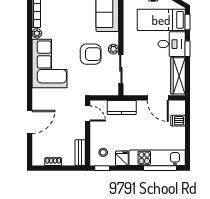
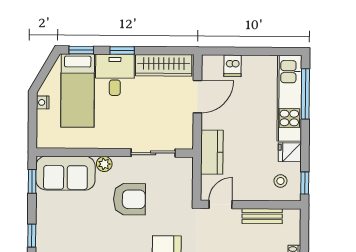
plant: (113, 49) -> (104, 164), moved
armchair: (91, 54) -> (129, 199), turned 90
bench: (80, 153) -> (262, 216), moved

